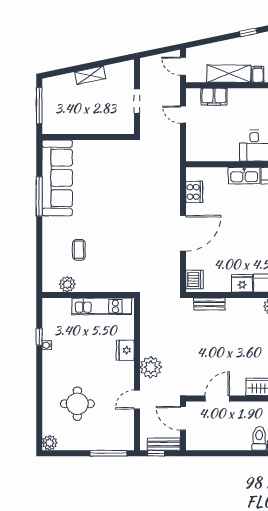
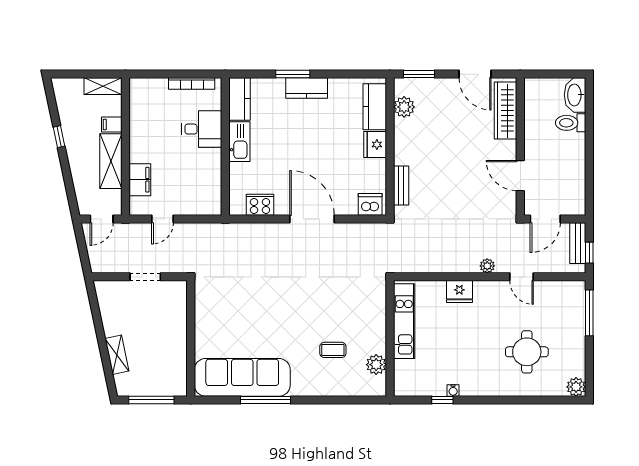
shelving: (90, 75) -> (117, 355), moved
plant: (151, 367) -> (487, 266), width x0.53, depth x0.53

